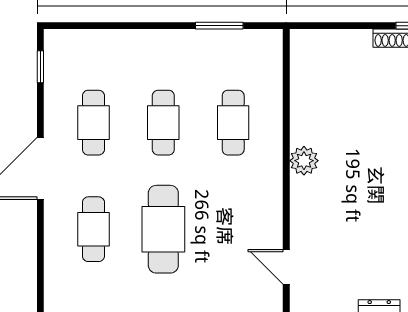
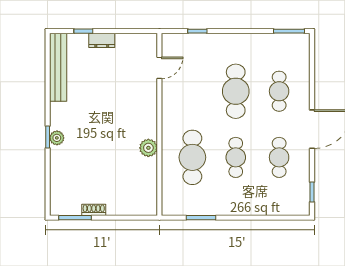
cafe table: (233, 123) -> (192, 157), width x1.37, depth x1.35
plant: (304, 161) -> (148, 148), moved
door: (286, 267) -> (159, 68), hinge flipped

